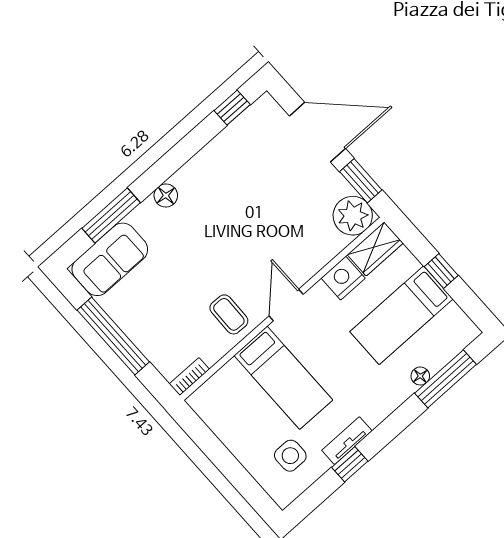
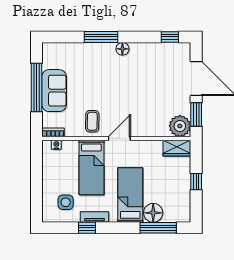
floor lamp: (166, 196) -> (122, 49), moved
window: (111, 215) -> (101, 37), moved
sofa: (110, 259) -> (54, 91), moved, turned -90
nightstand: (343, 278) -> (56, 145), moved, width x0.53, depth x0.56
bed: (401, 315) -> (130, 195), moved, turned 90
floor lamp: (420, 376) -> (153, 213), width x1.89, depth x1.89

